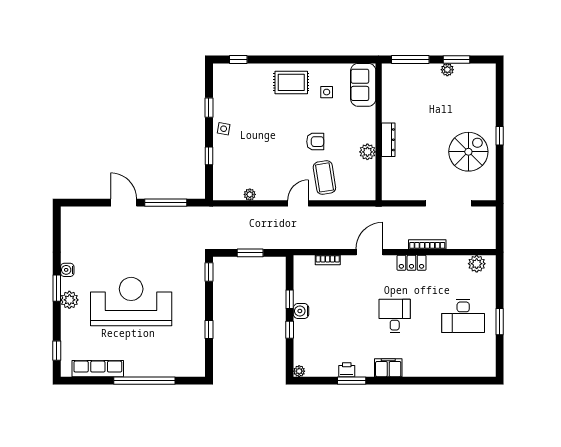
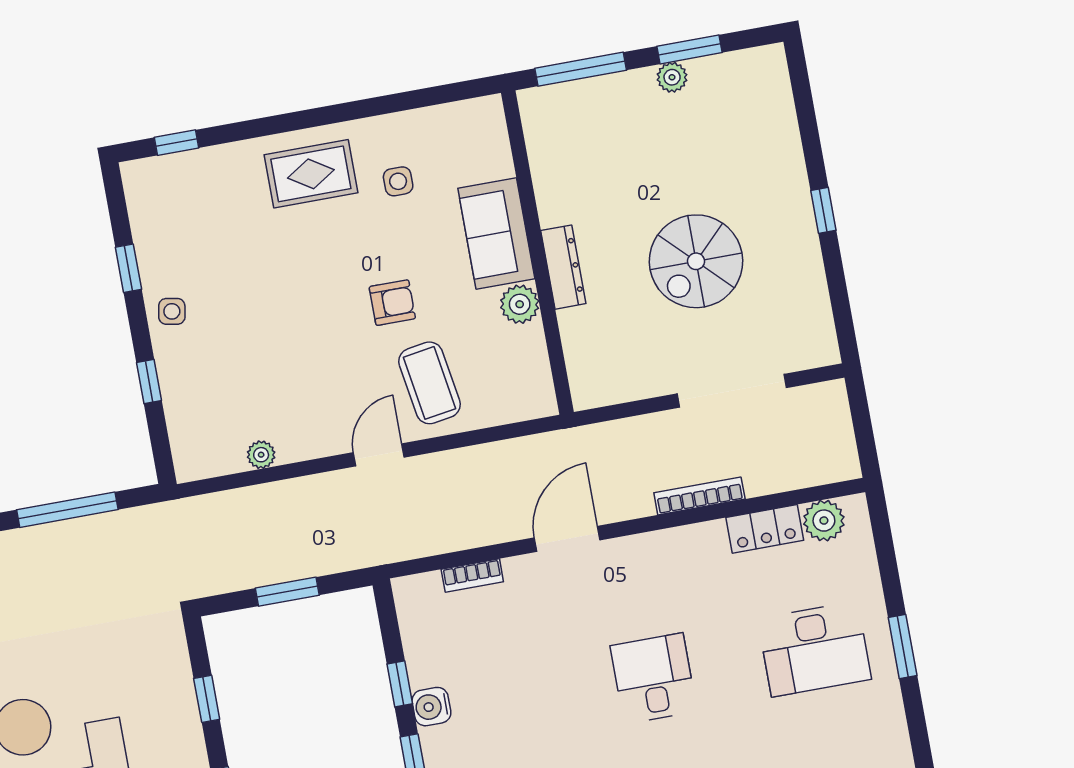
sofa: (363, 85) -> (496, 234), moved
spiral stairs: (468, 152) -> (696, 261), moved, turned 180
locker: (411, 263) -> (765, 529), moved
window: (209, 272) -> (207, 699), moved

